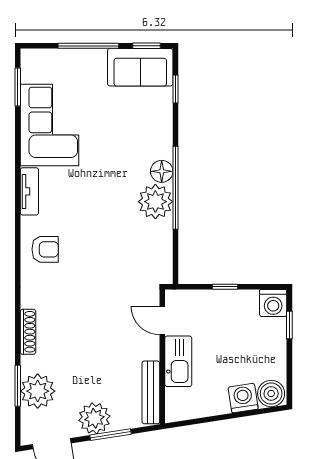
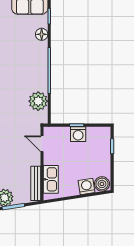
floor lamp: (162, 171) -> (42, 34), moved
plant: (155, 202) -> (38, 101), moved
washing machine: (273, 303) -> (78, 134), moved
kitchen sink: (178, 361) -> (51, 179), moved

